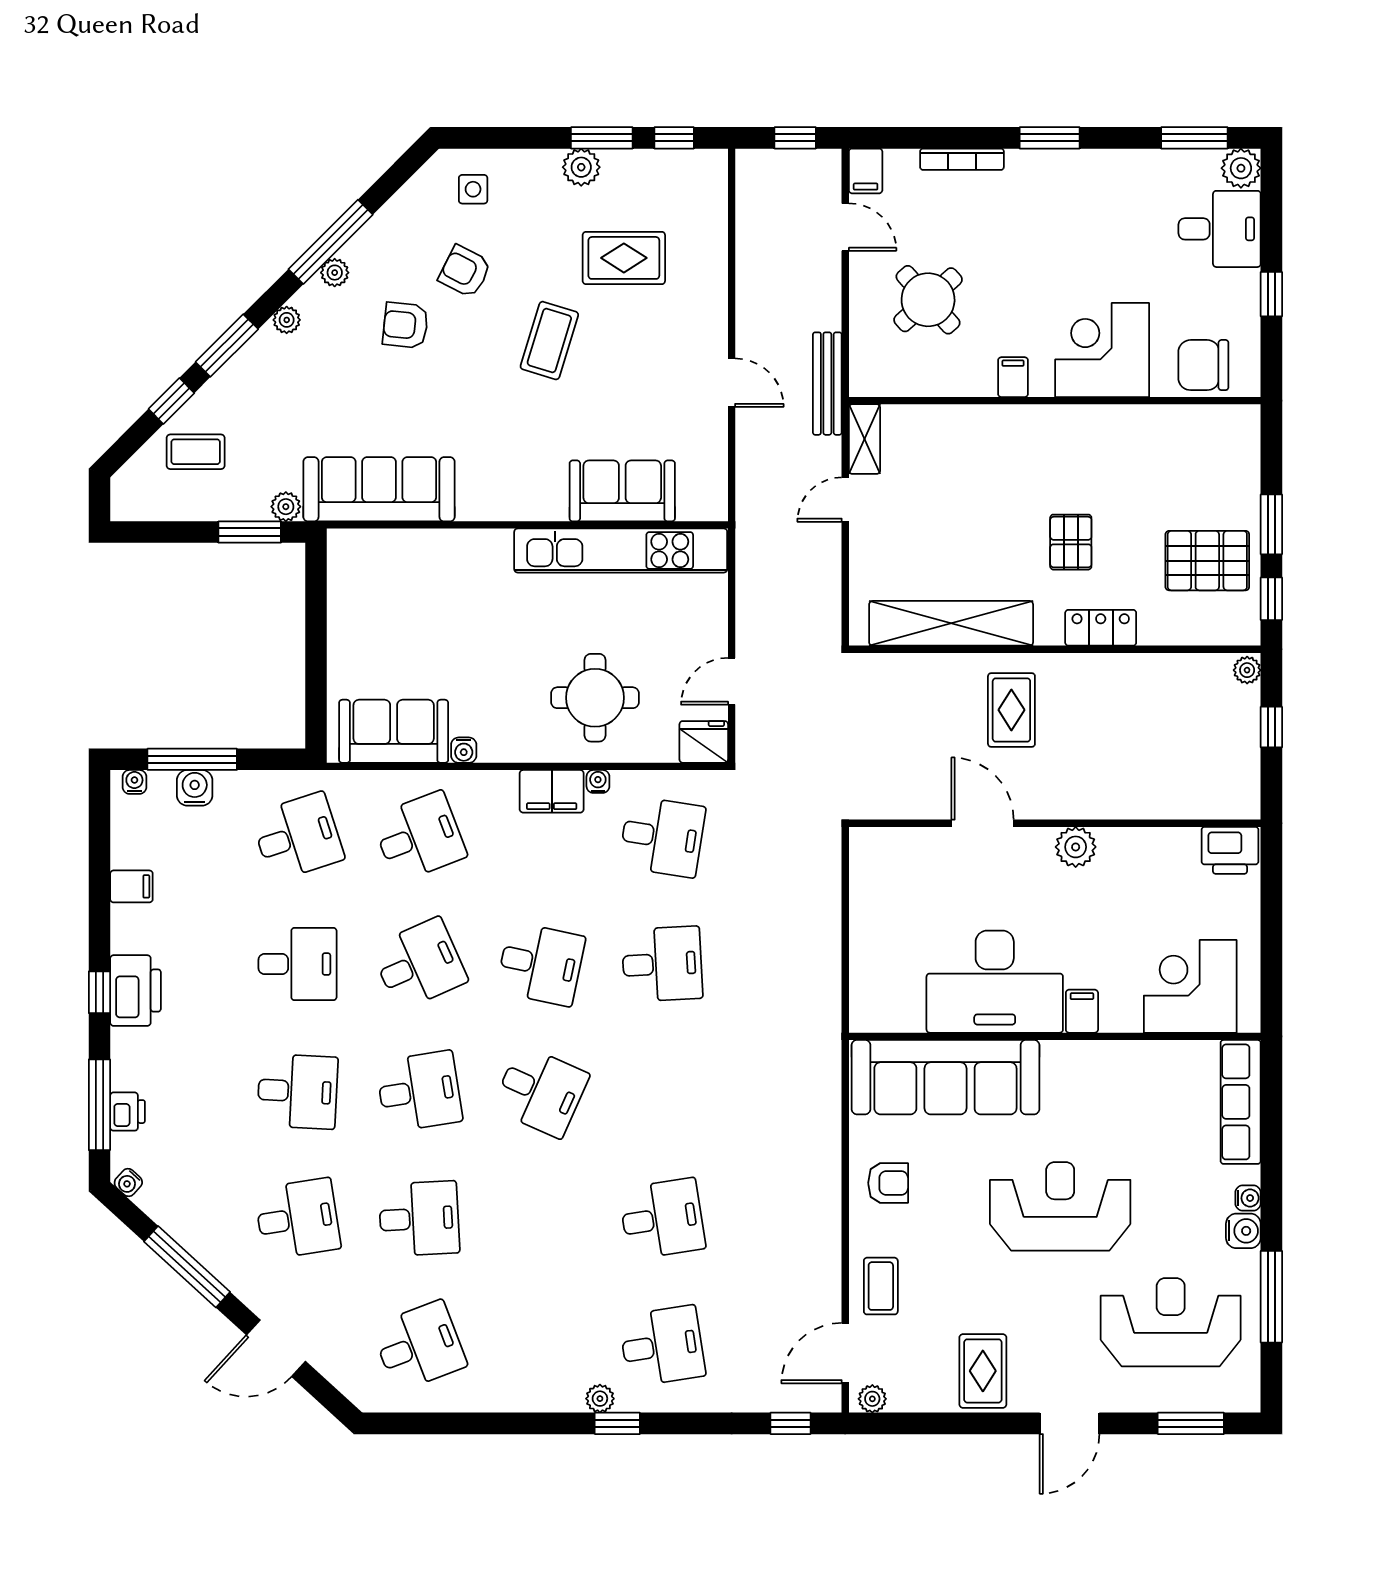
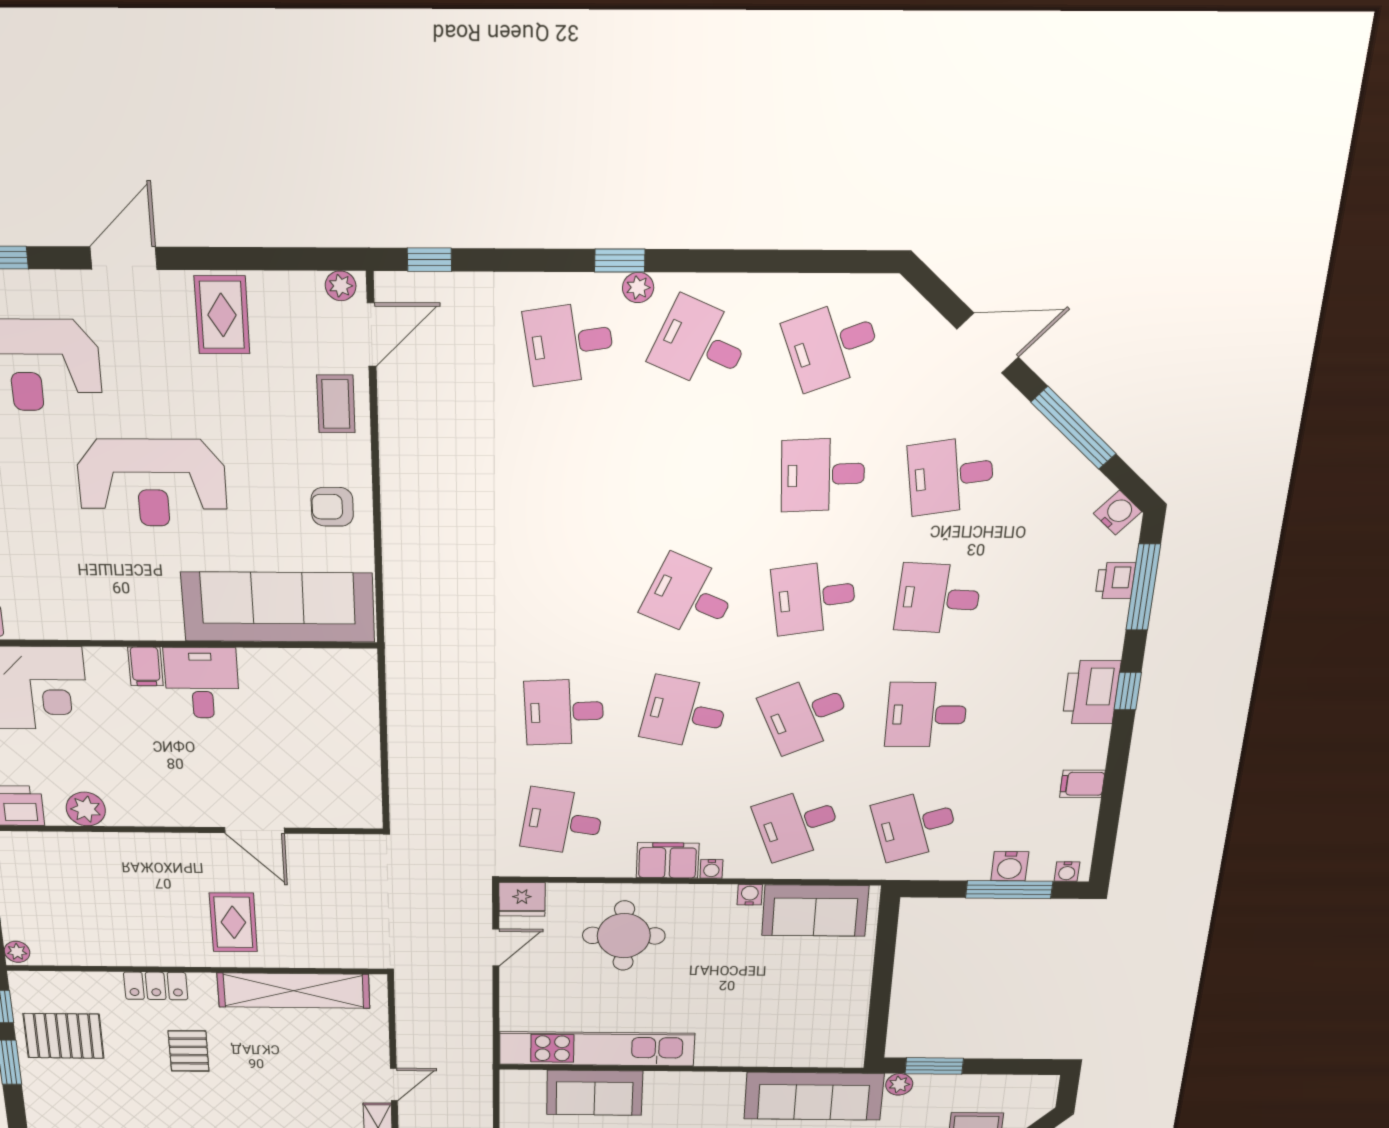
water cooler: (598, 781) -> (711, 869), moved
plant: (1076, 847) -> (86, 809), moved
desk: (995, 982) -> (202, 683), width x0.53, depth x0.77
water cooler: (128, 1182) -> (1118, 513), width x1.38, depth x1.38
desk: (662, 1219) -> (701, 344), moved, turned 33

